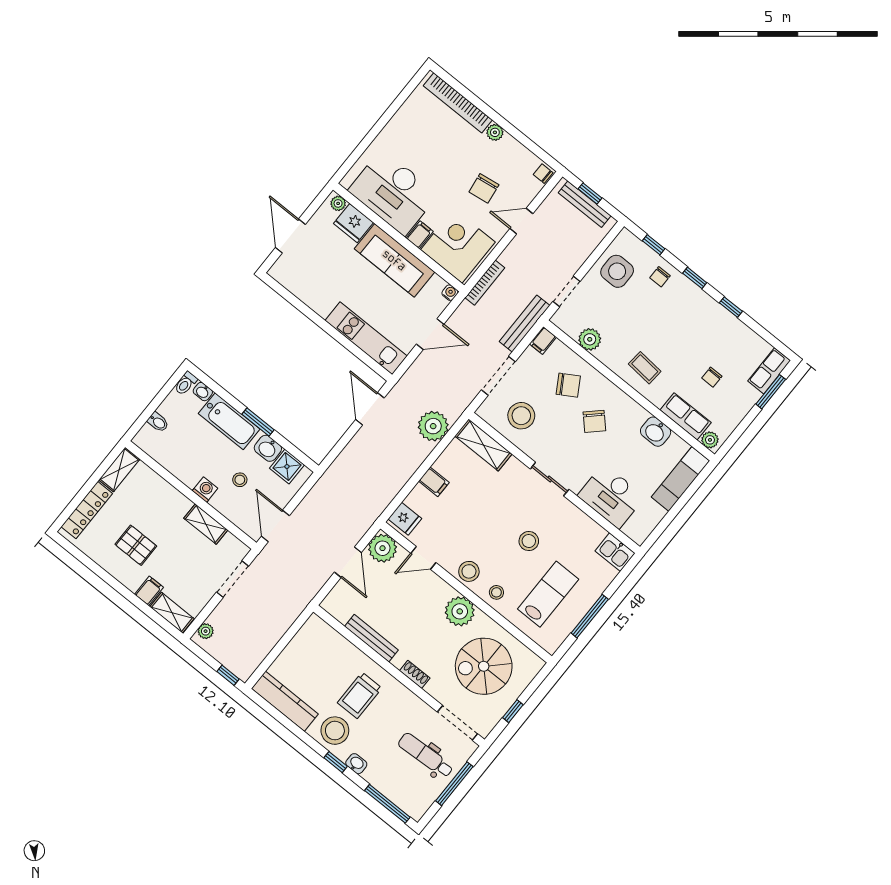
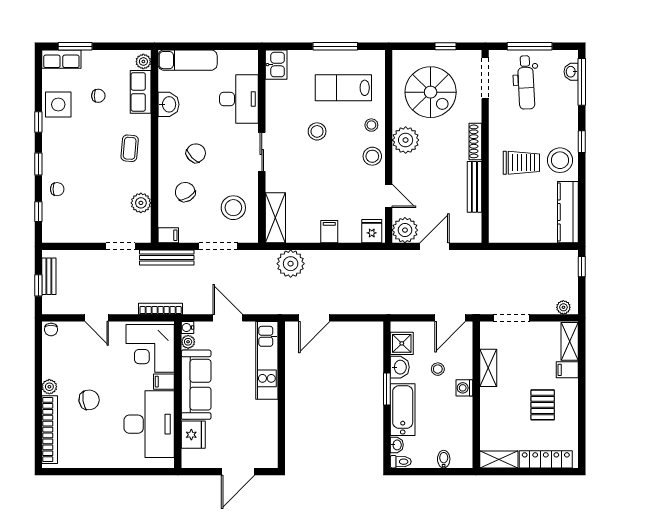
chair: (484, 188) -> (89, 400), moved
plant: (338, 203) -> (188, 342), moved
bench: (585, 204) -> (49, 276), width x0.73
side table: (617, 271) -> (58, 104), moved
shoe rack: (415, 674) -> (475, 141), width x1.43
washbasin: (356, 764) -> (571, 72), moved

